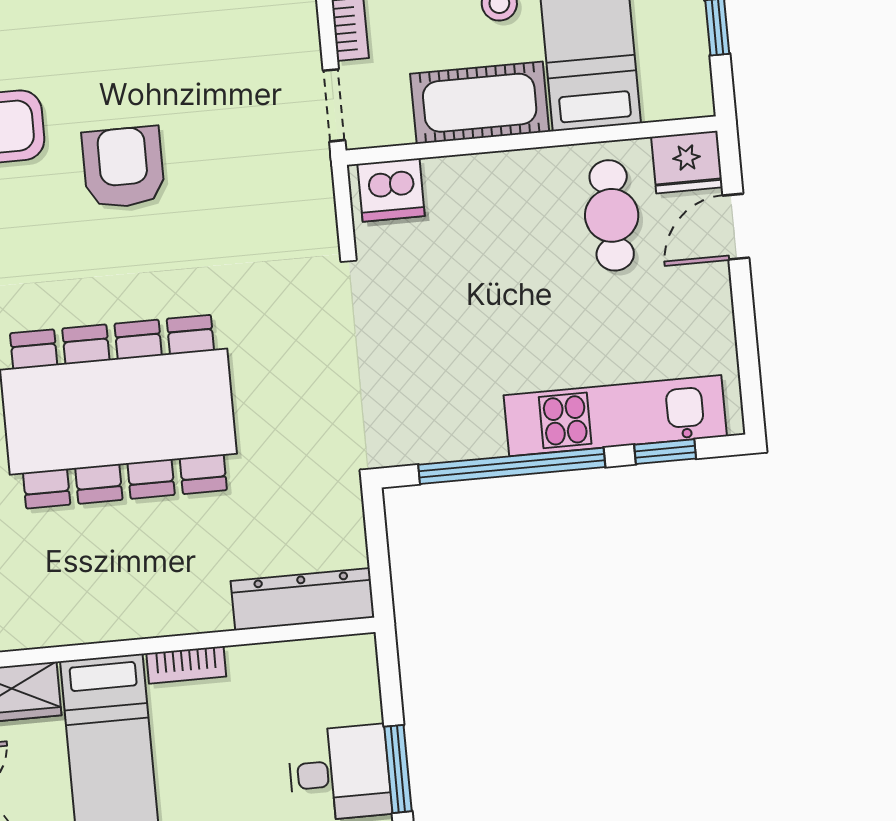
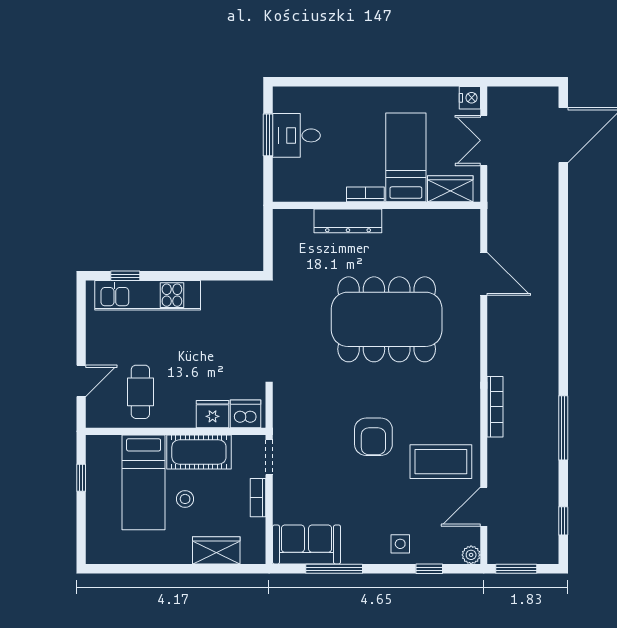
fridge: (687, 162) -> (213, 414), moved
window: (512, 466) -> (200, 276), removed
dresser: (303, 599) -> (348, 221), moved

